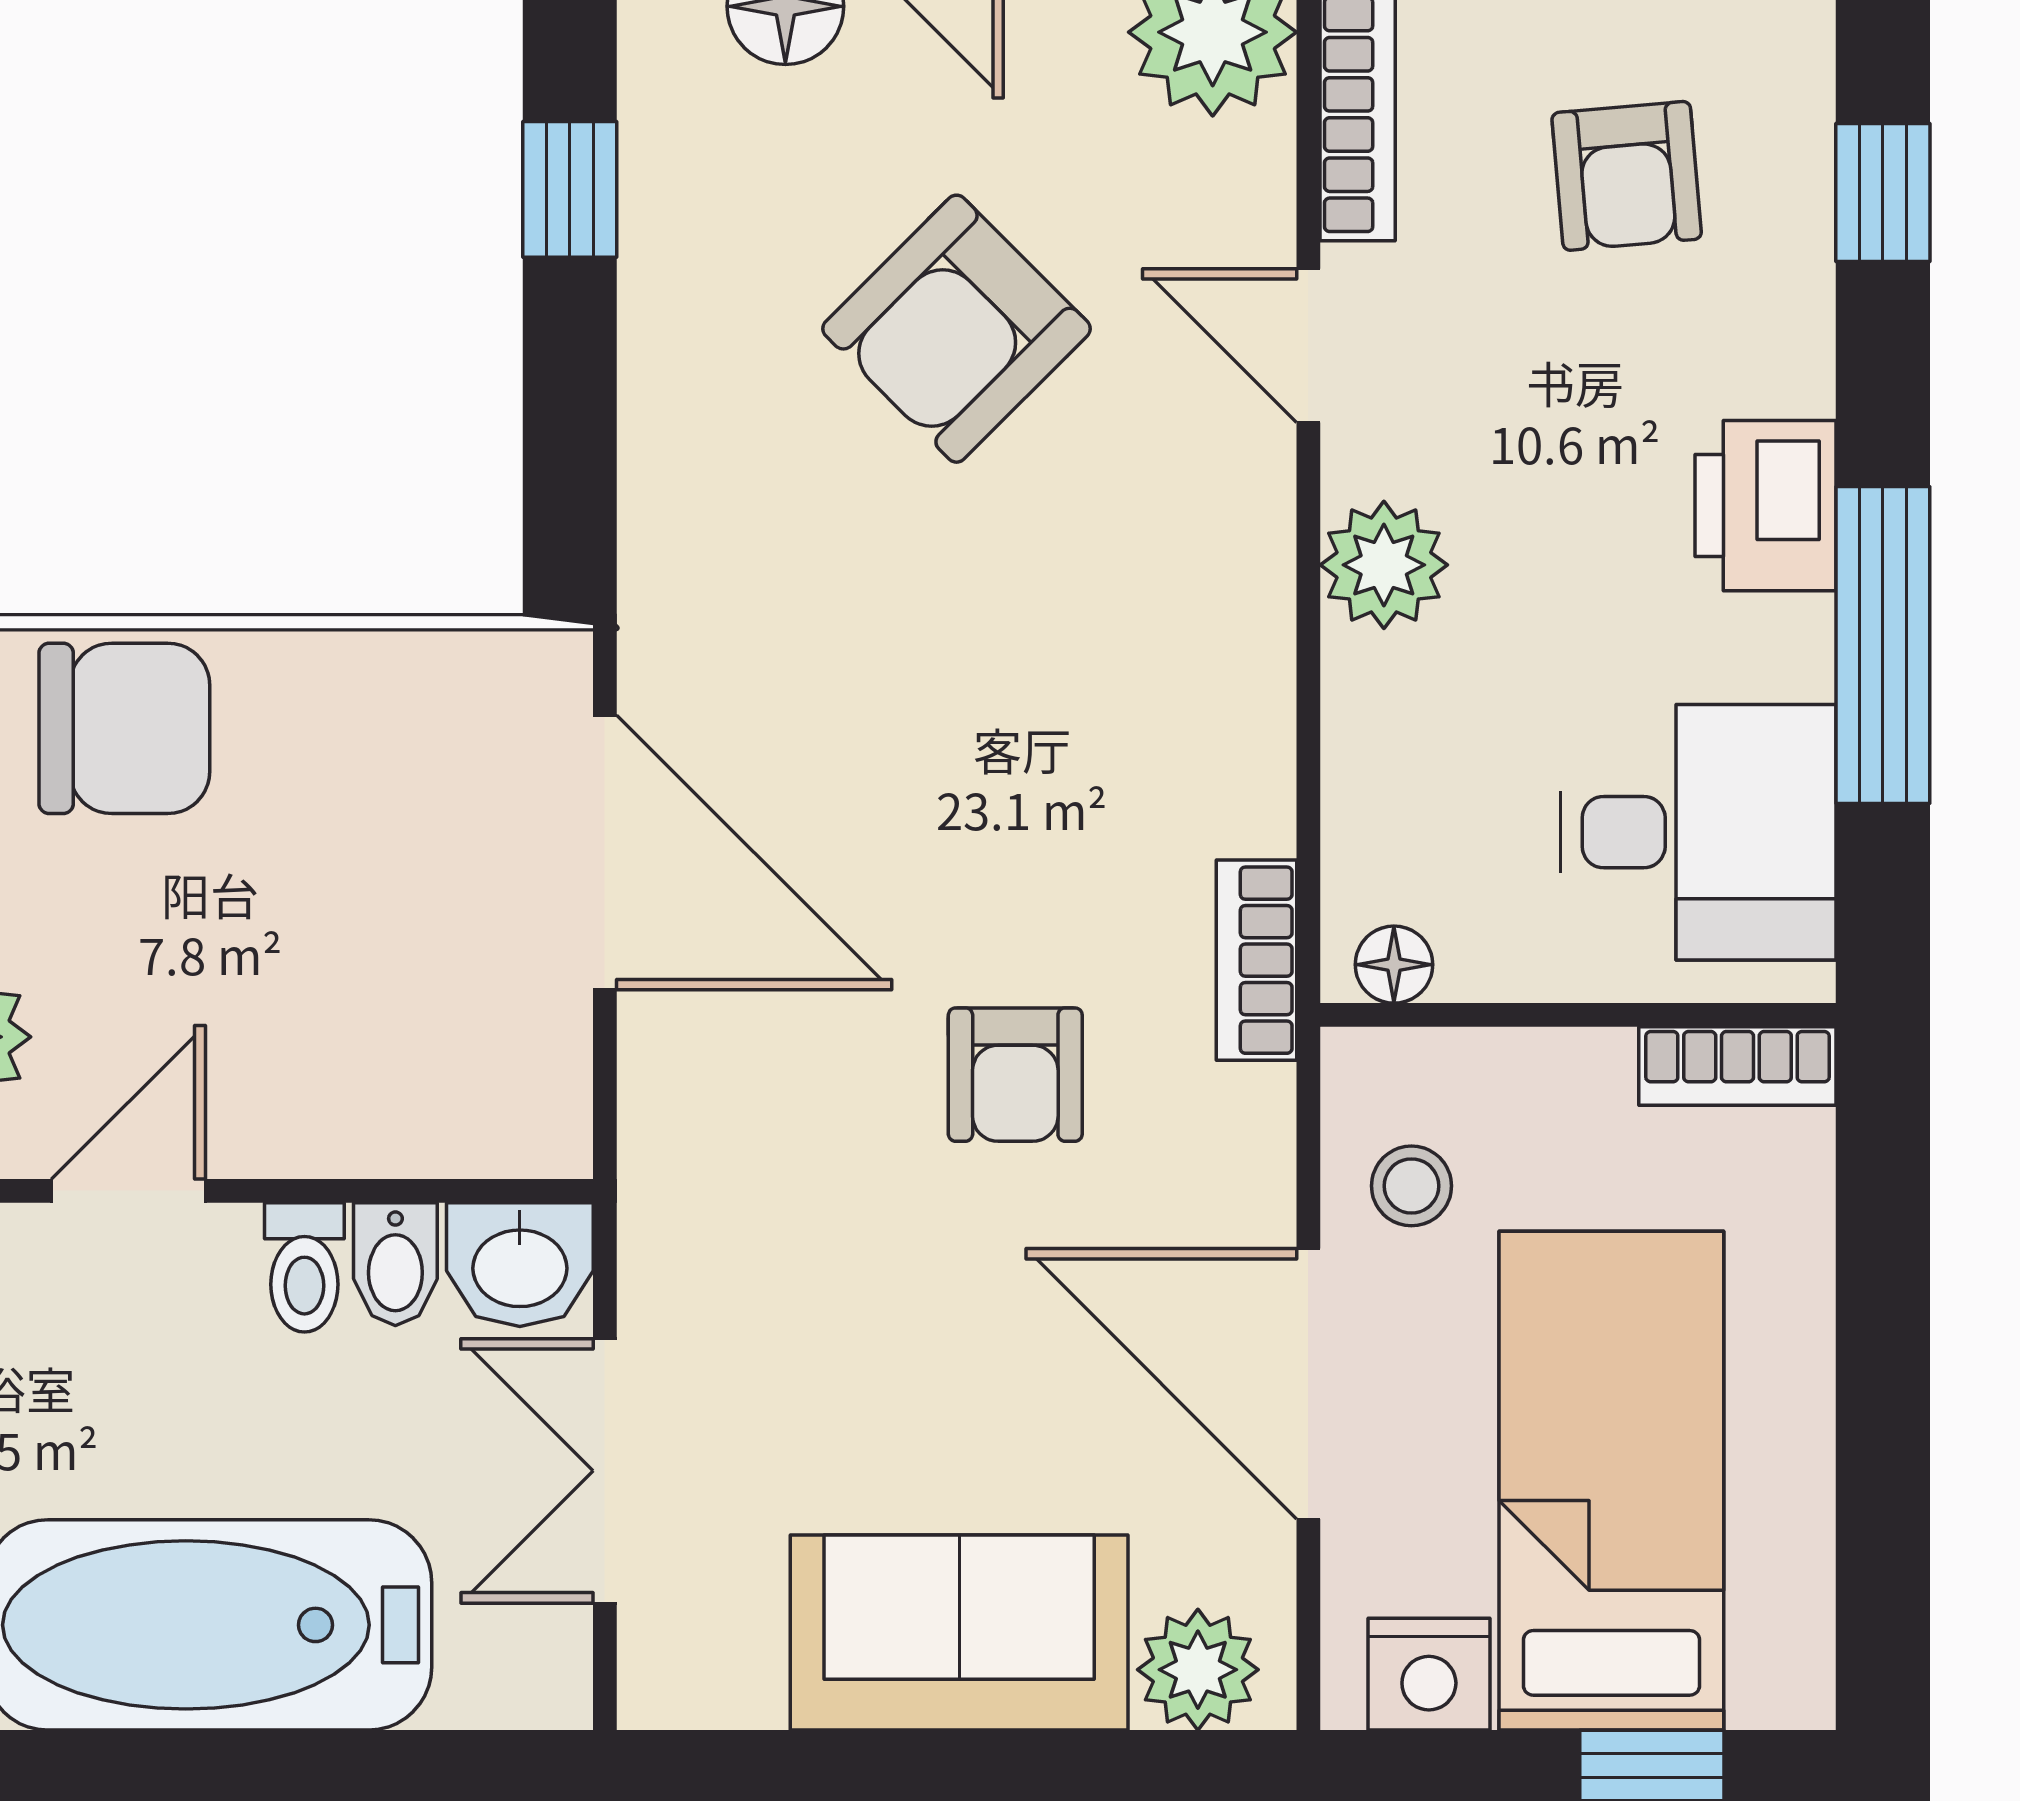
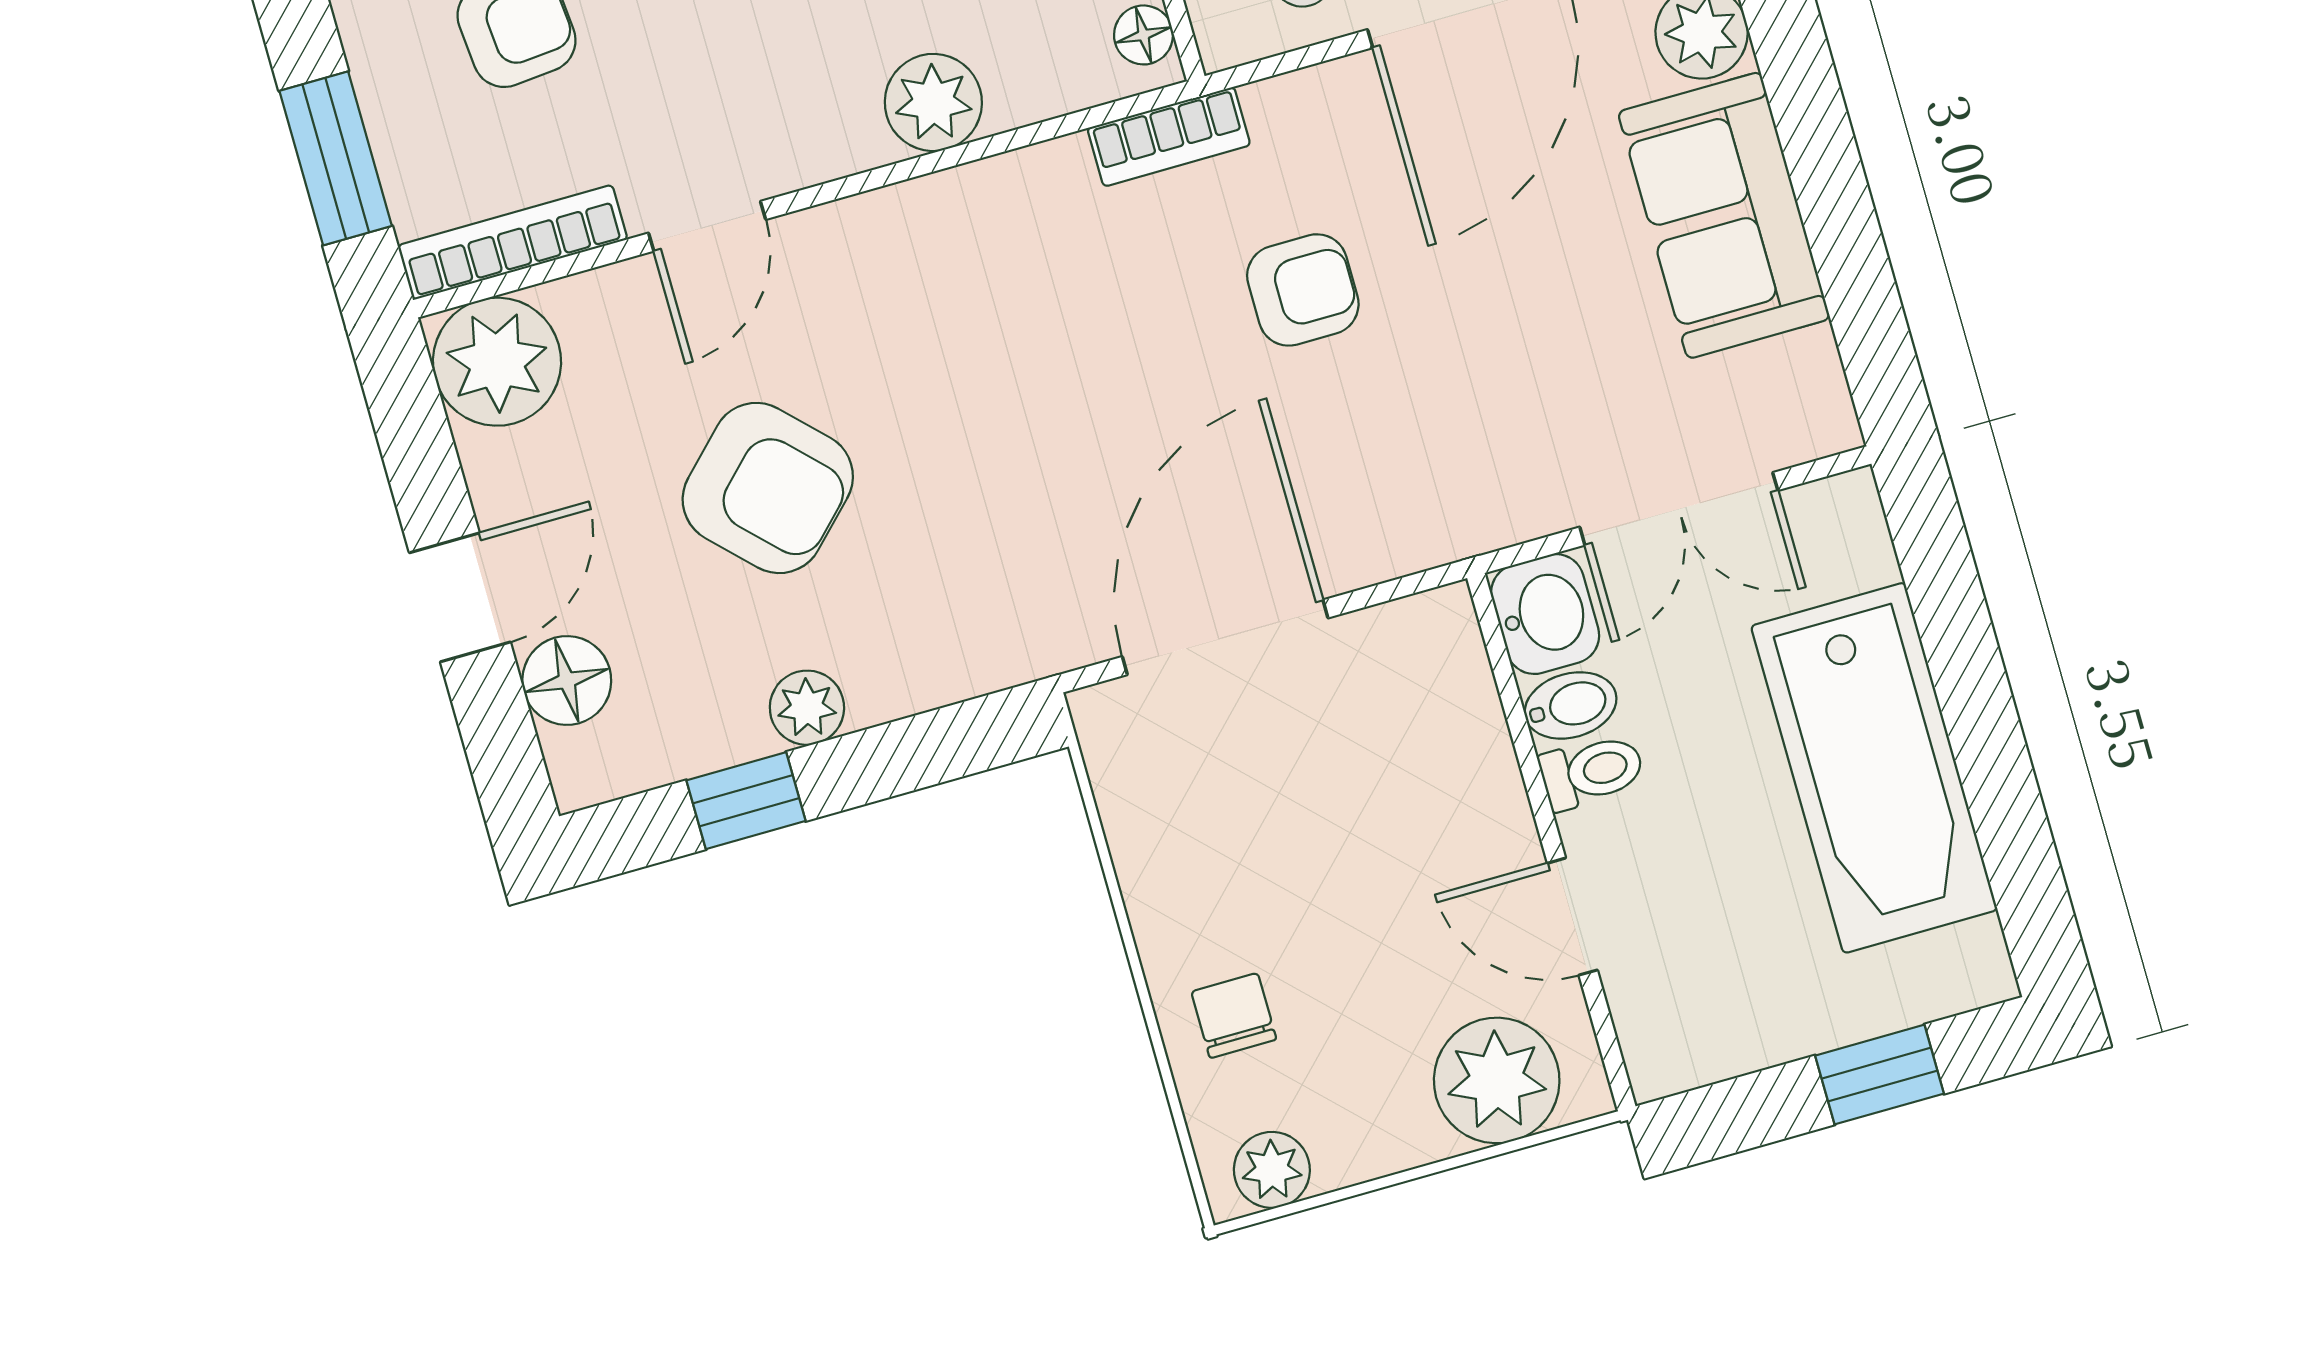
plant: (665, 300) -> (807, 708), added
plant: (1384, 565) -> (933, 102), moved
chair: (124, 728) -> (1234, 1016), width x0.54, depth x0.54

